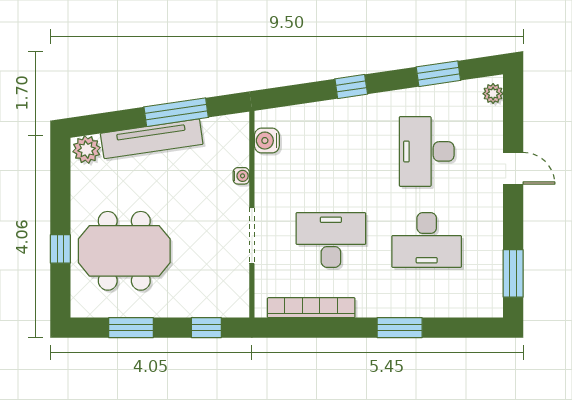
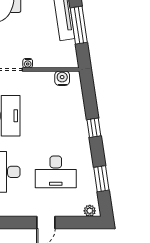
desk: (427, 151) -> (56, 172), turned 180
water cooler: (241, 176) -> (28, 63), moved

